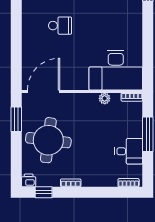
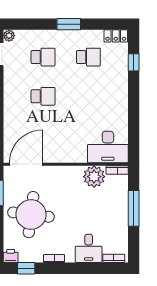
desk: (116, 70) -> (108, 147), width x0.73, depth x0.77
plant: (105, 98) -> (94, 177), width x1.88, depth x1.88
desk: (129, 151) -> (89, 248), moved, turned 90

